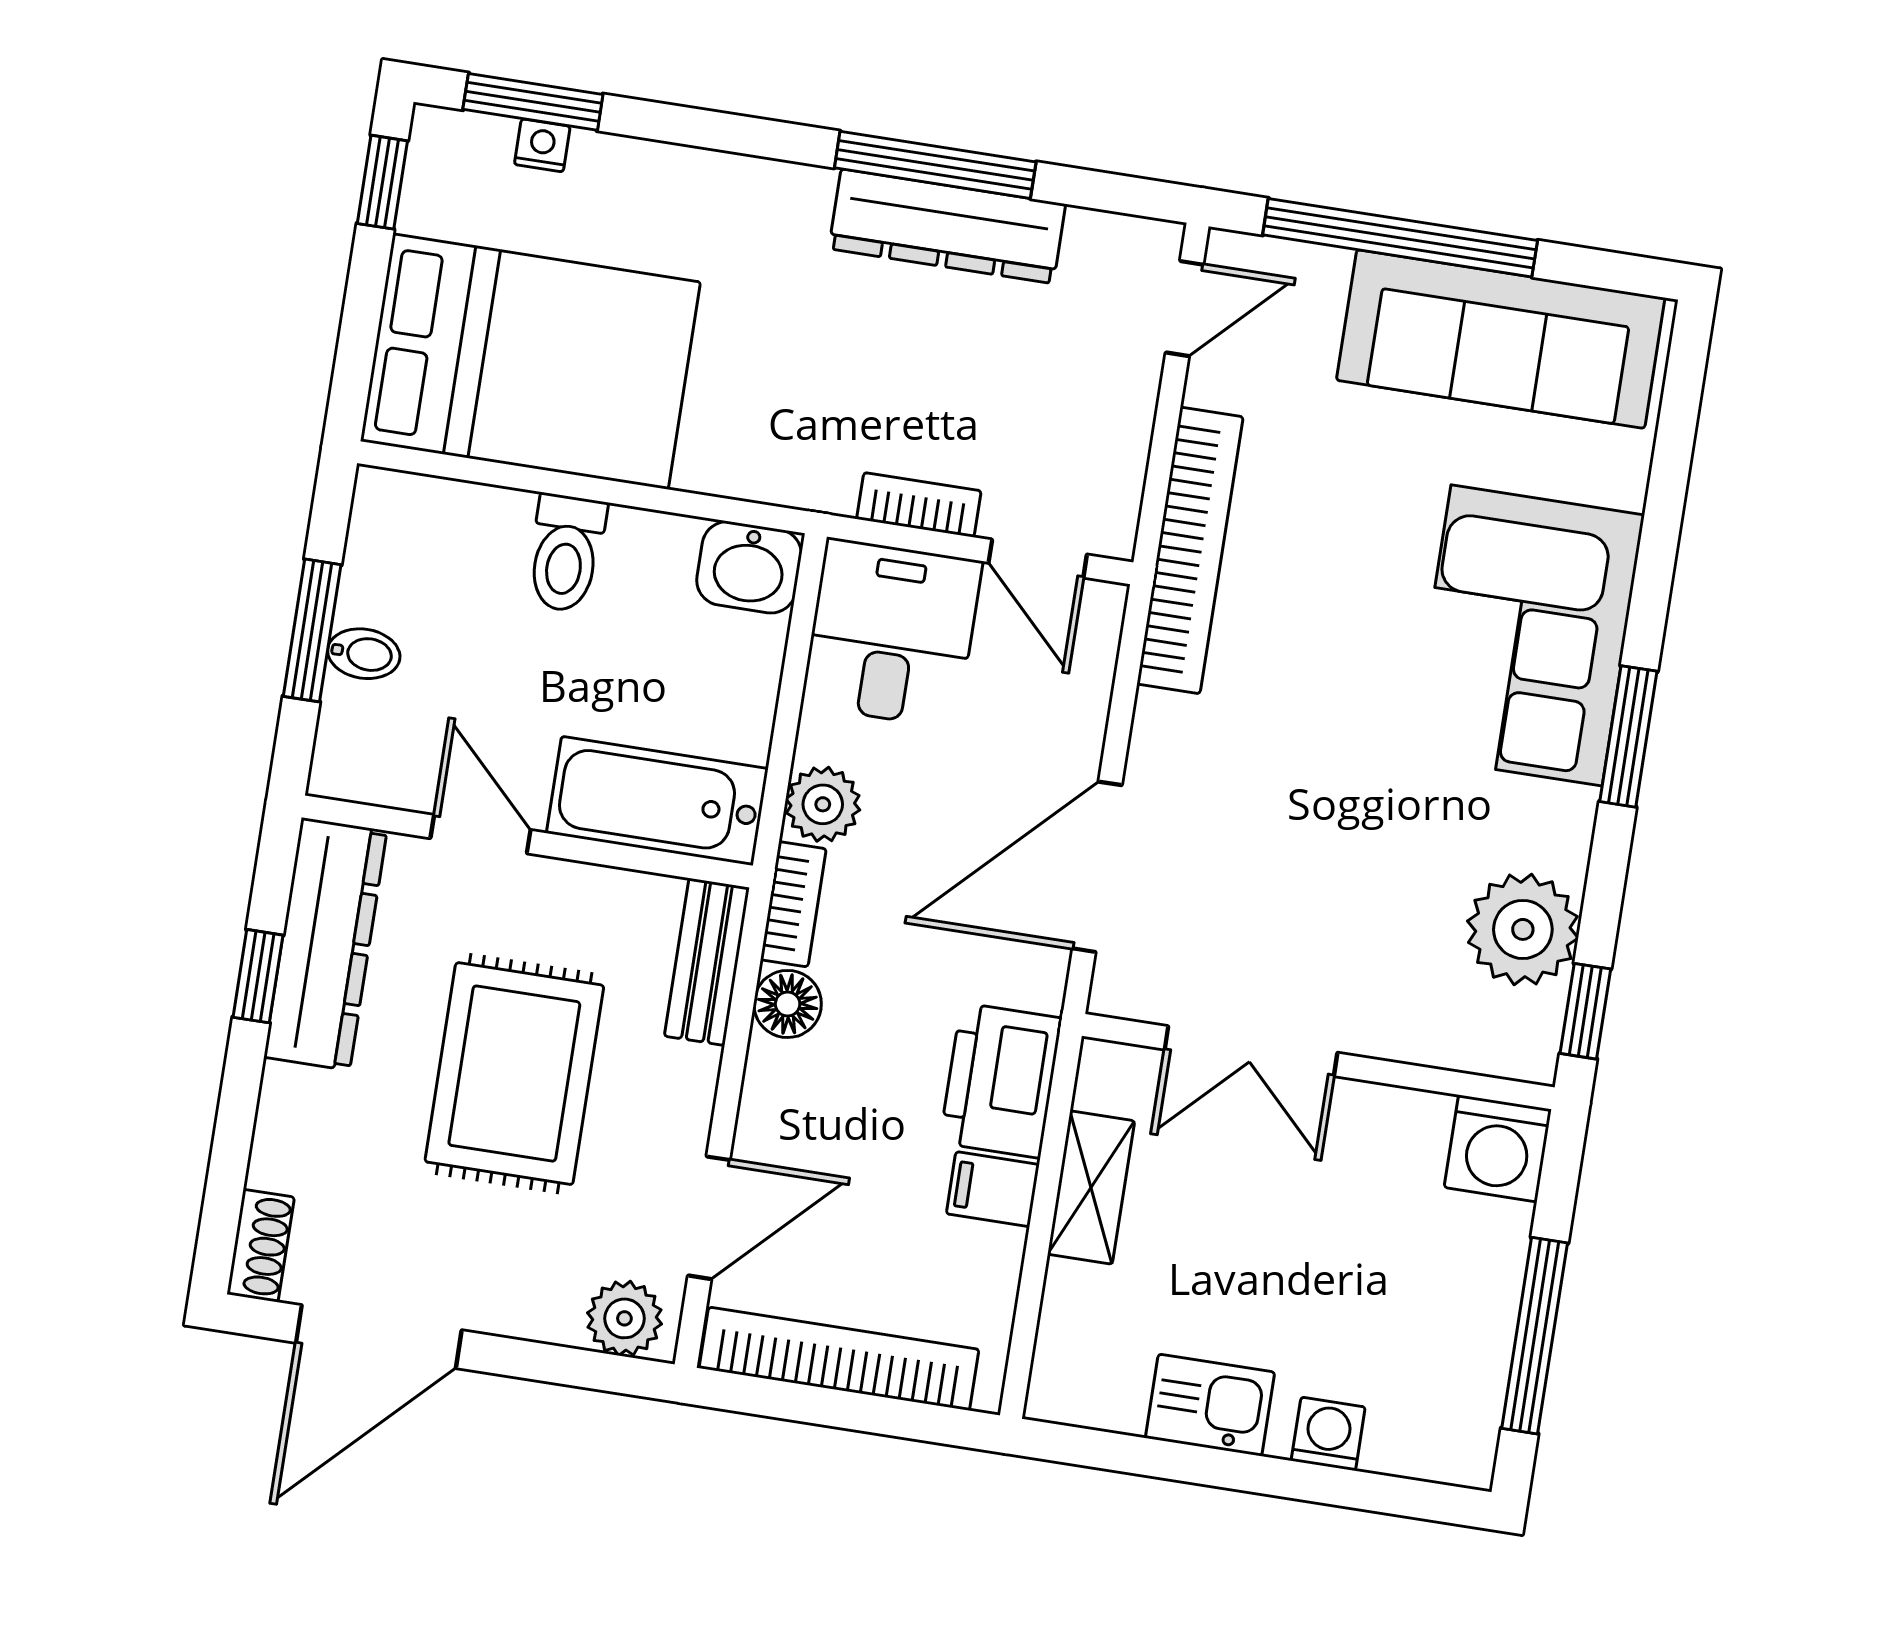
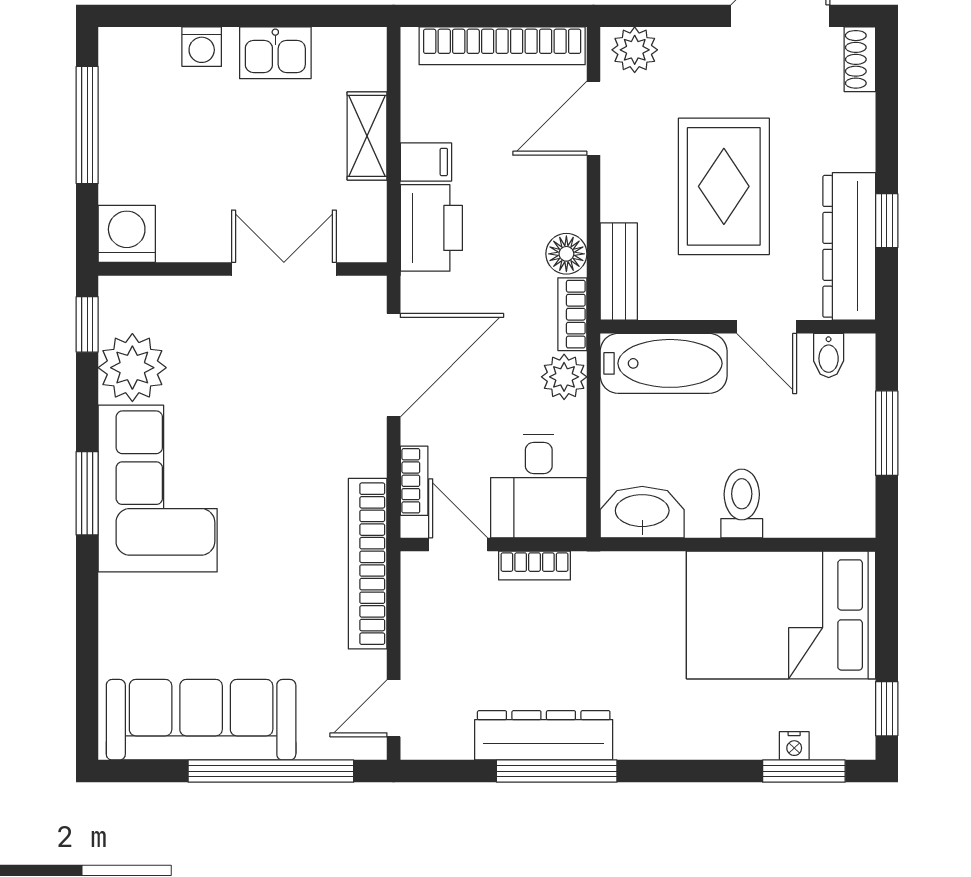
washbasin: (749, 567) -> (642, 512), width x1.38
corner sofa: (1527, 635) -> (158, 489), moved
bidet: (364, 654) -> (829, 356), moved, turned -90
bookcase: (1093, 673) -> (414, 481), added
shelving: (1091, 1188) -> (367, 136), moved

